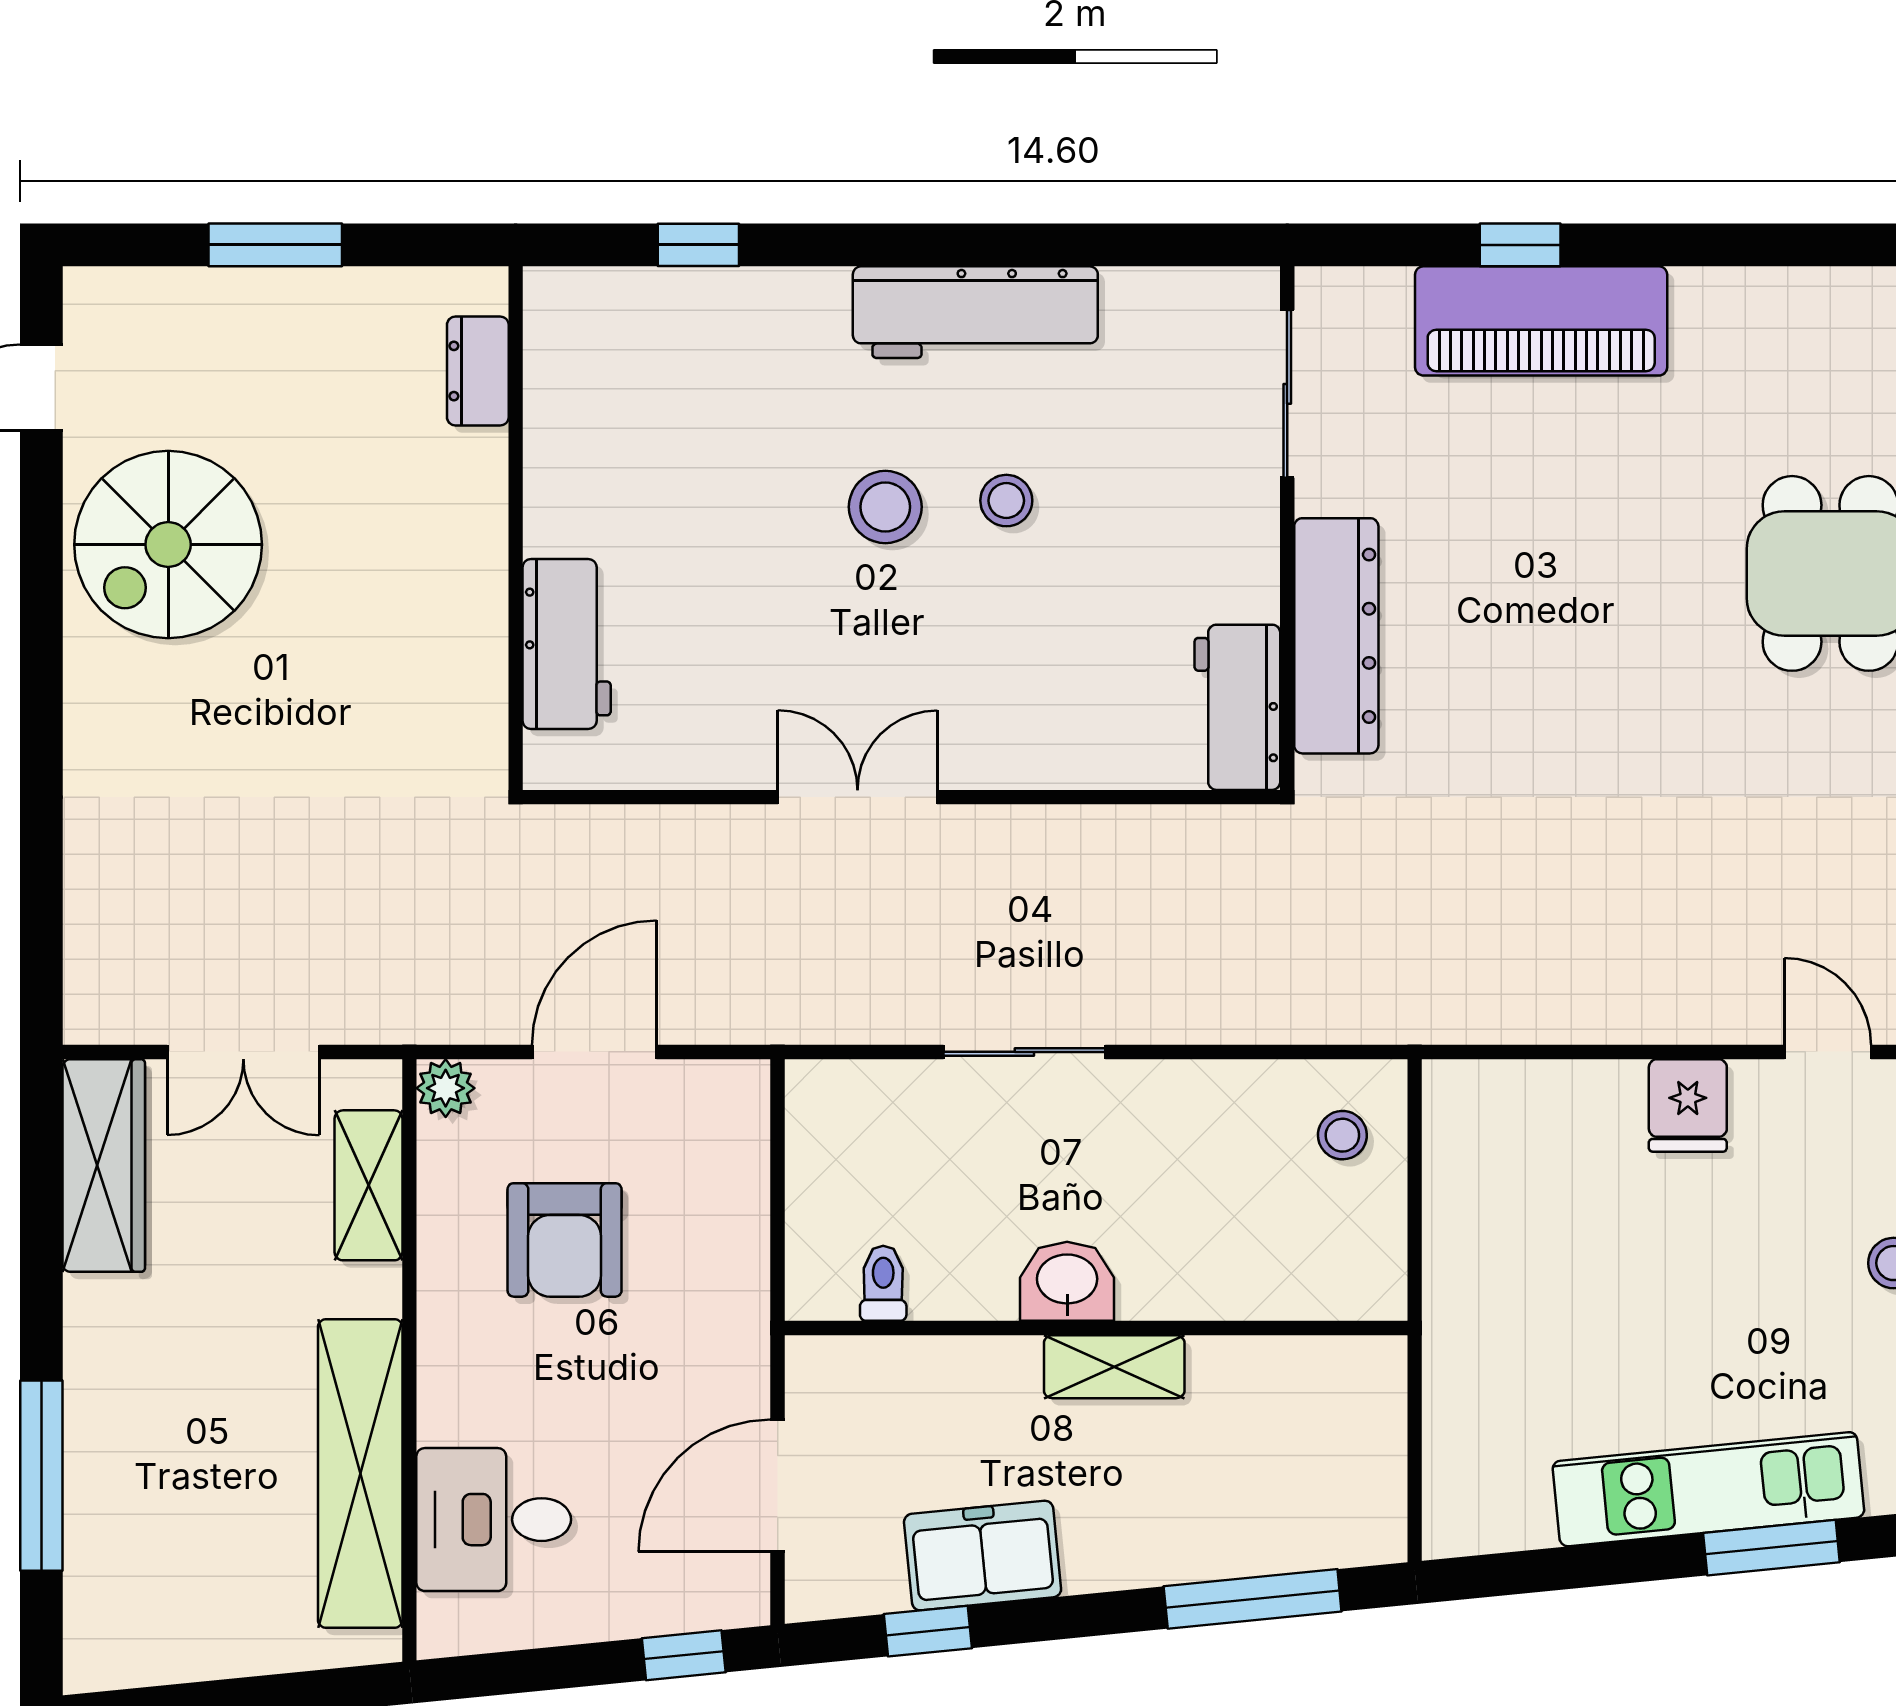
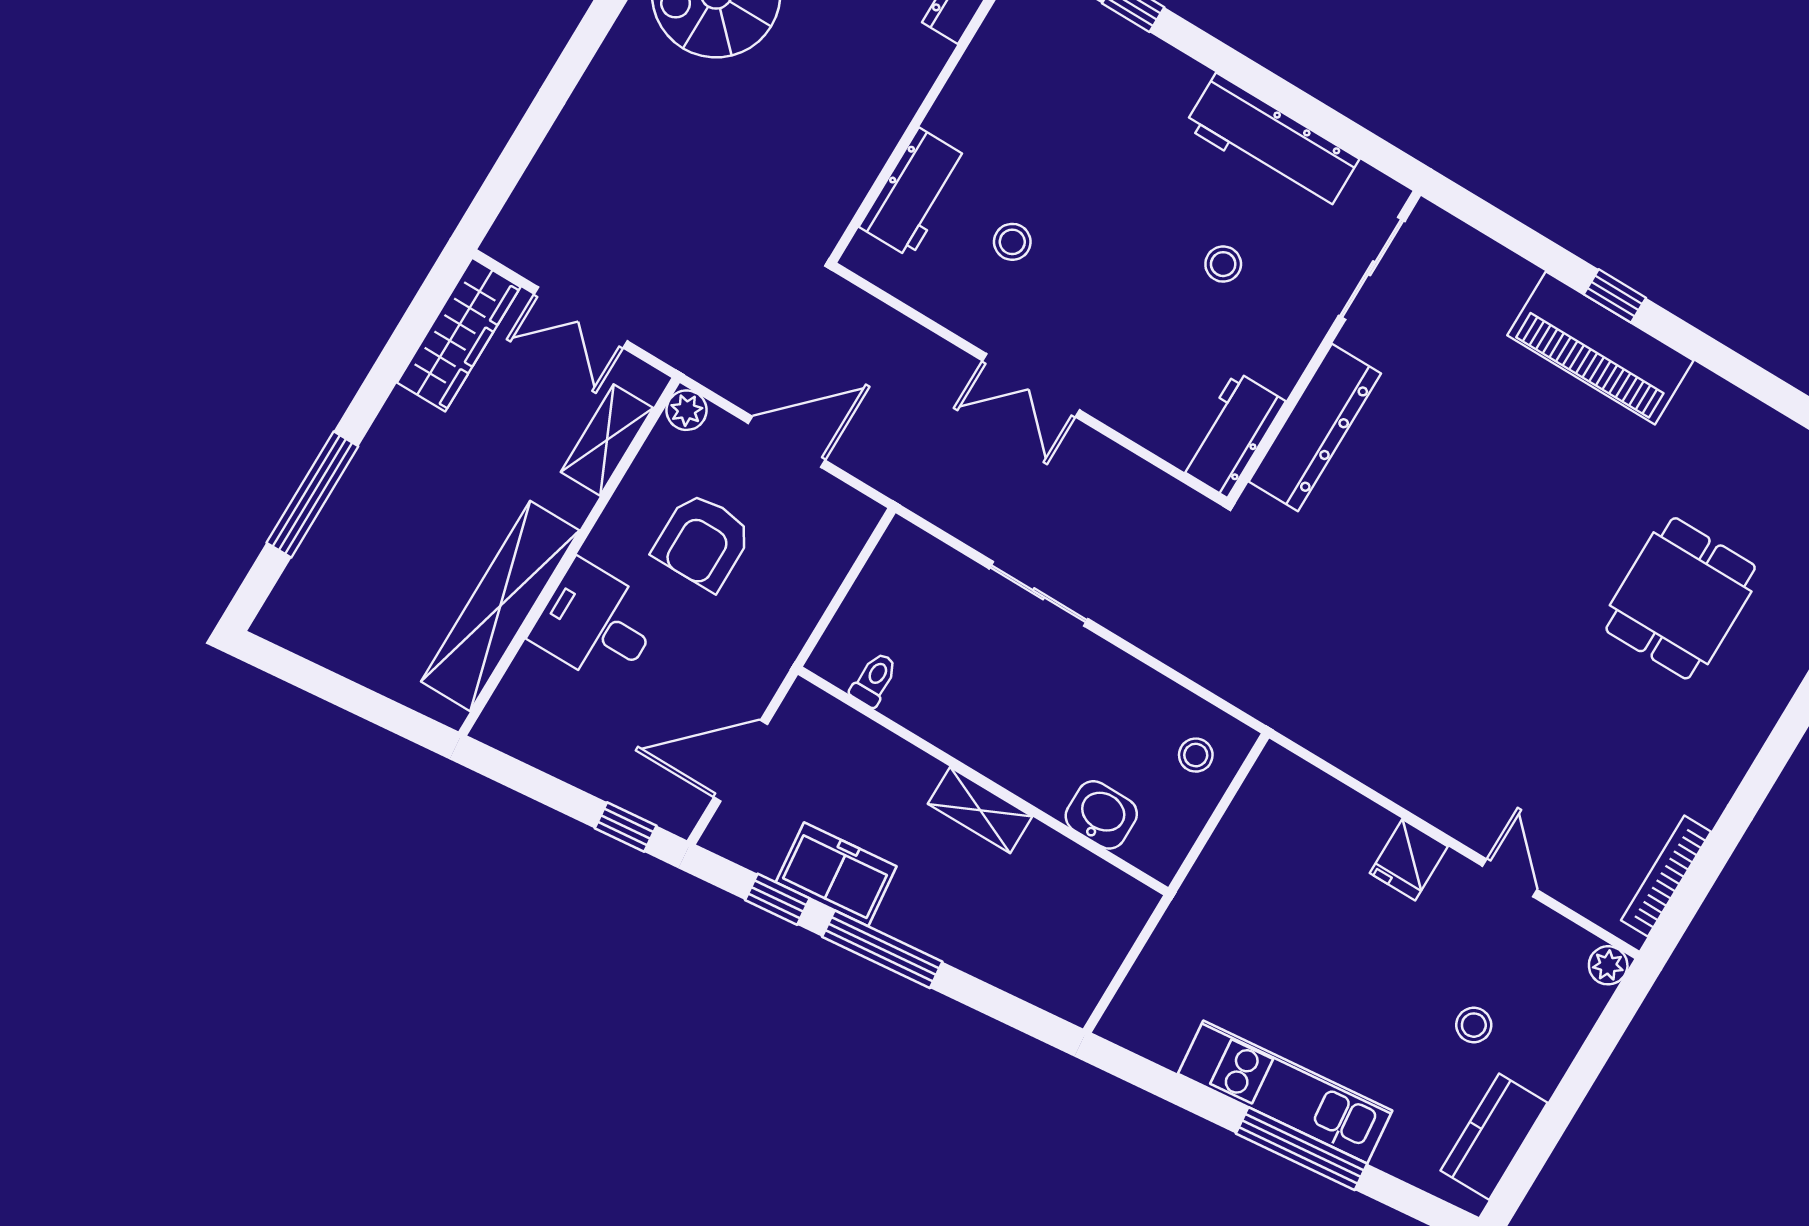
sliding door: (1287, 394) -> (1372, 268), moved
stool: (885, 507) -> (1012, 242), moved, width x0.73, depth x0.73
wall: (1287, 528) -> (1324, 347), moved
dresser: (1336, 636) -> (1315, 428), moved
workbench: (1237, 707) -> (1232, 434), moved
double door: (858, 797) -> (1031, 385), swing flipped
washbasin: (1067, 1281) -> (1101, 815), moved
desk: (494, 1520) -> (596, 624), moved
window: (1771, 1548) -> (1301, 1149), width x1.44
window: (1253, 1599) -> (882, 949), moved

